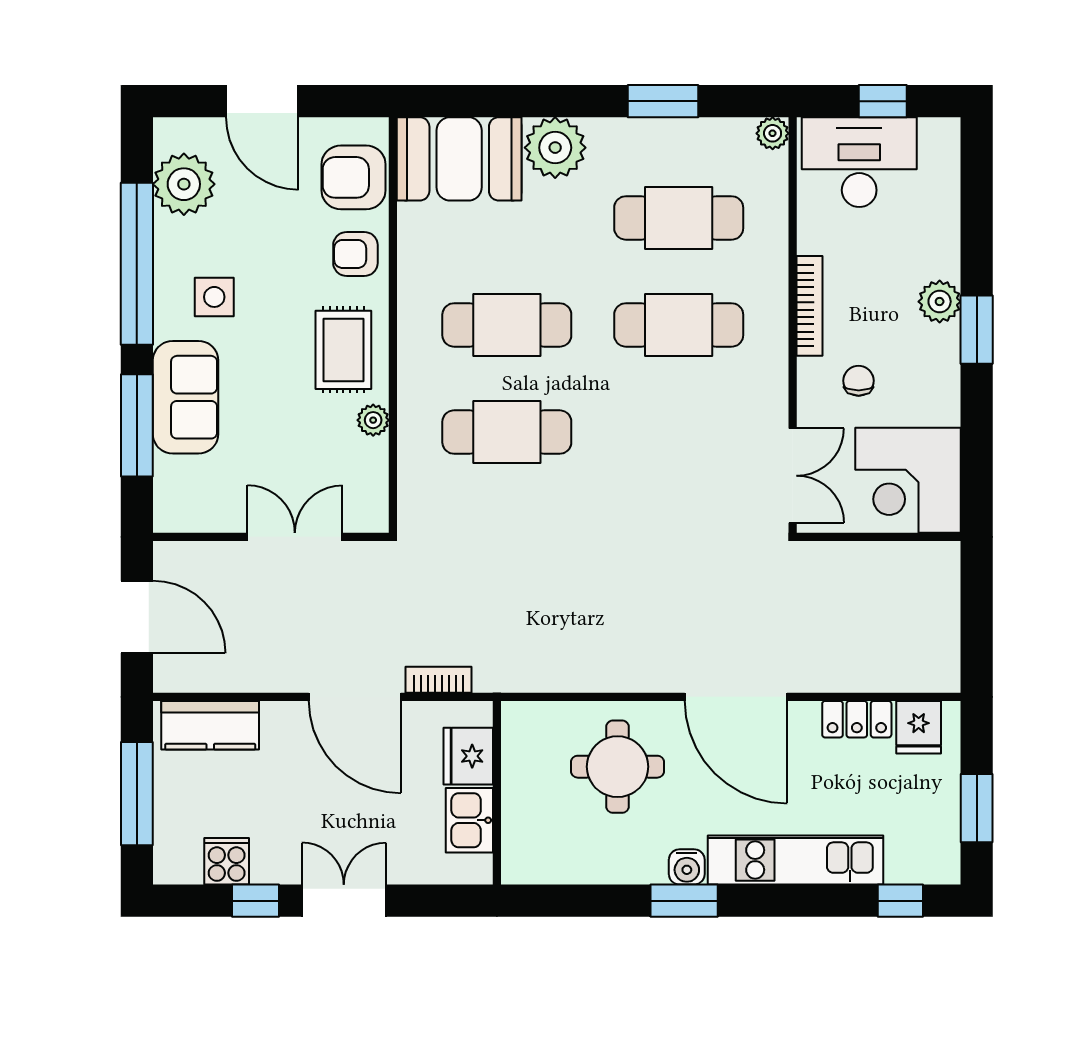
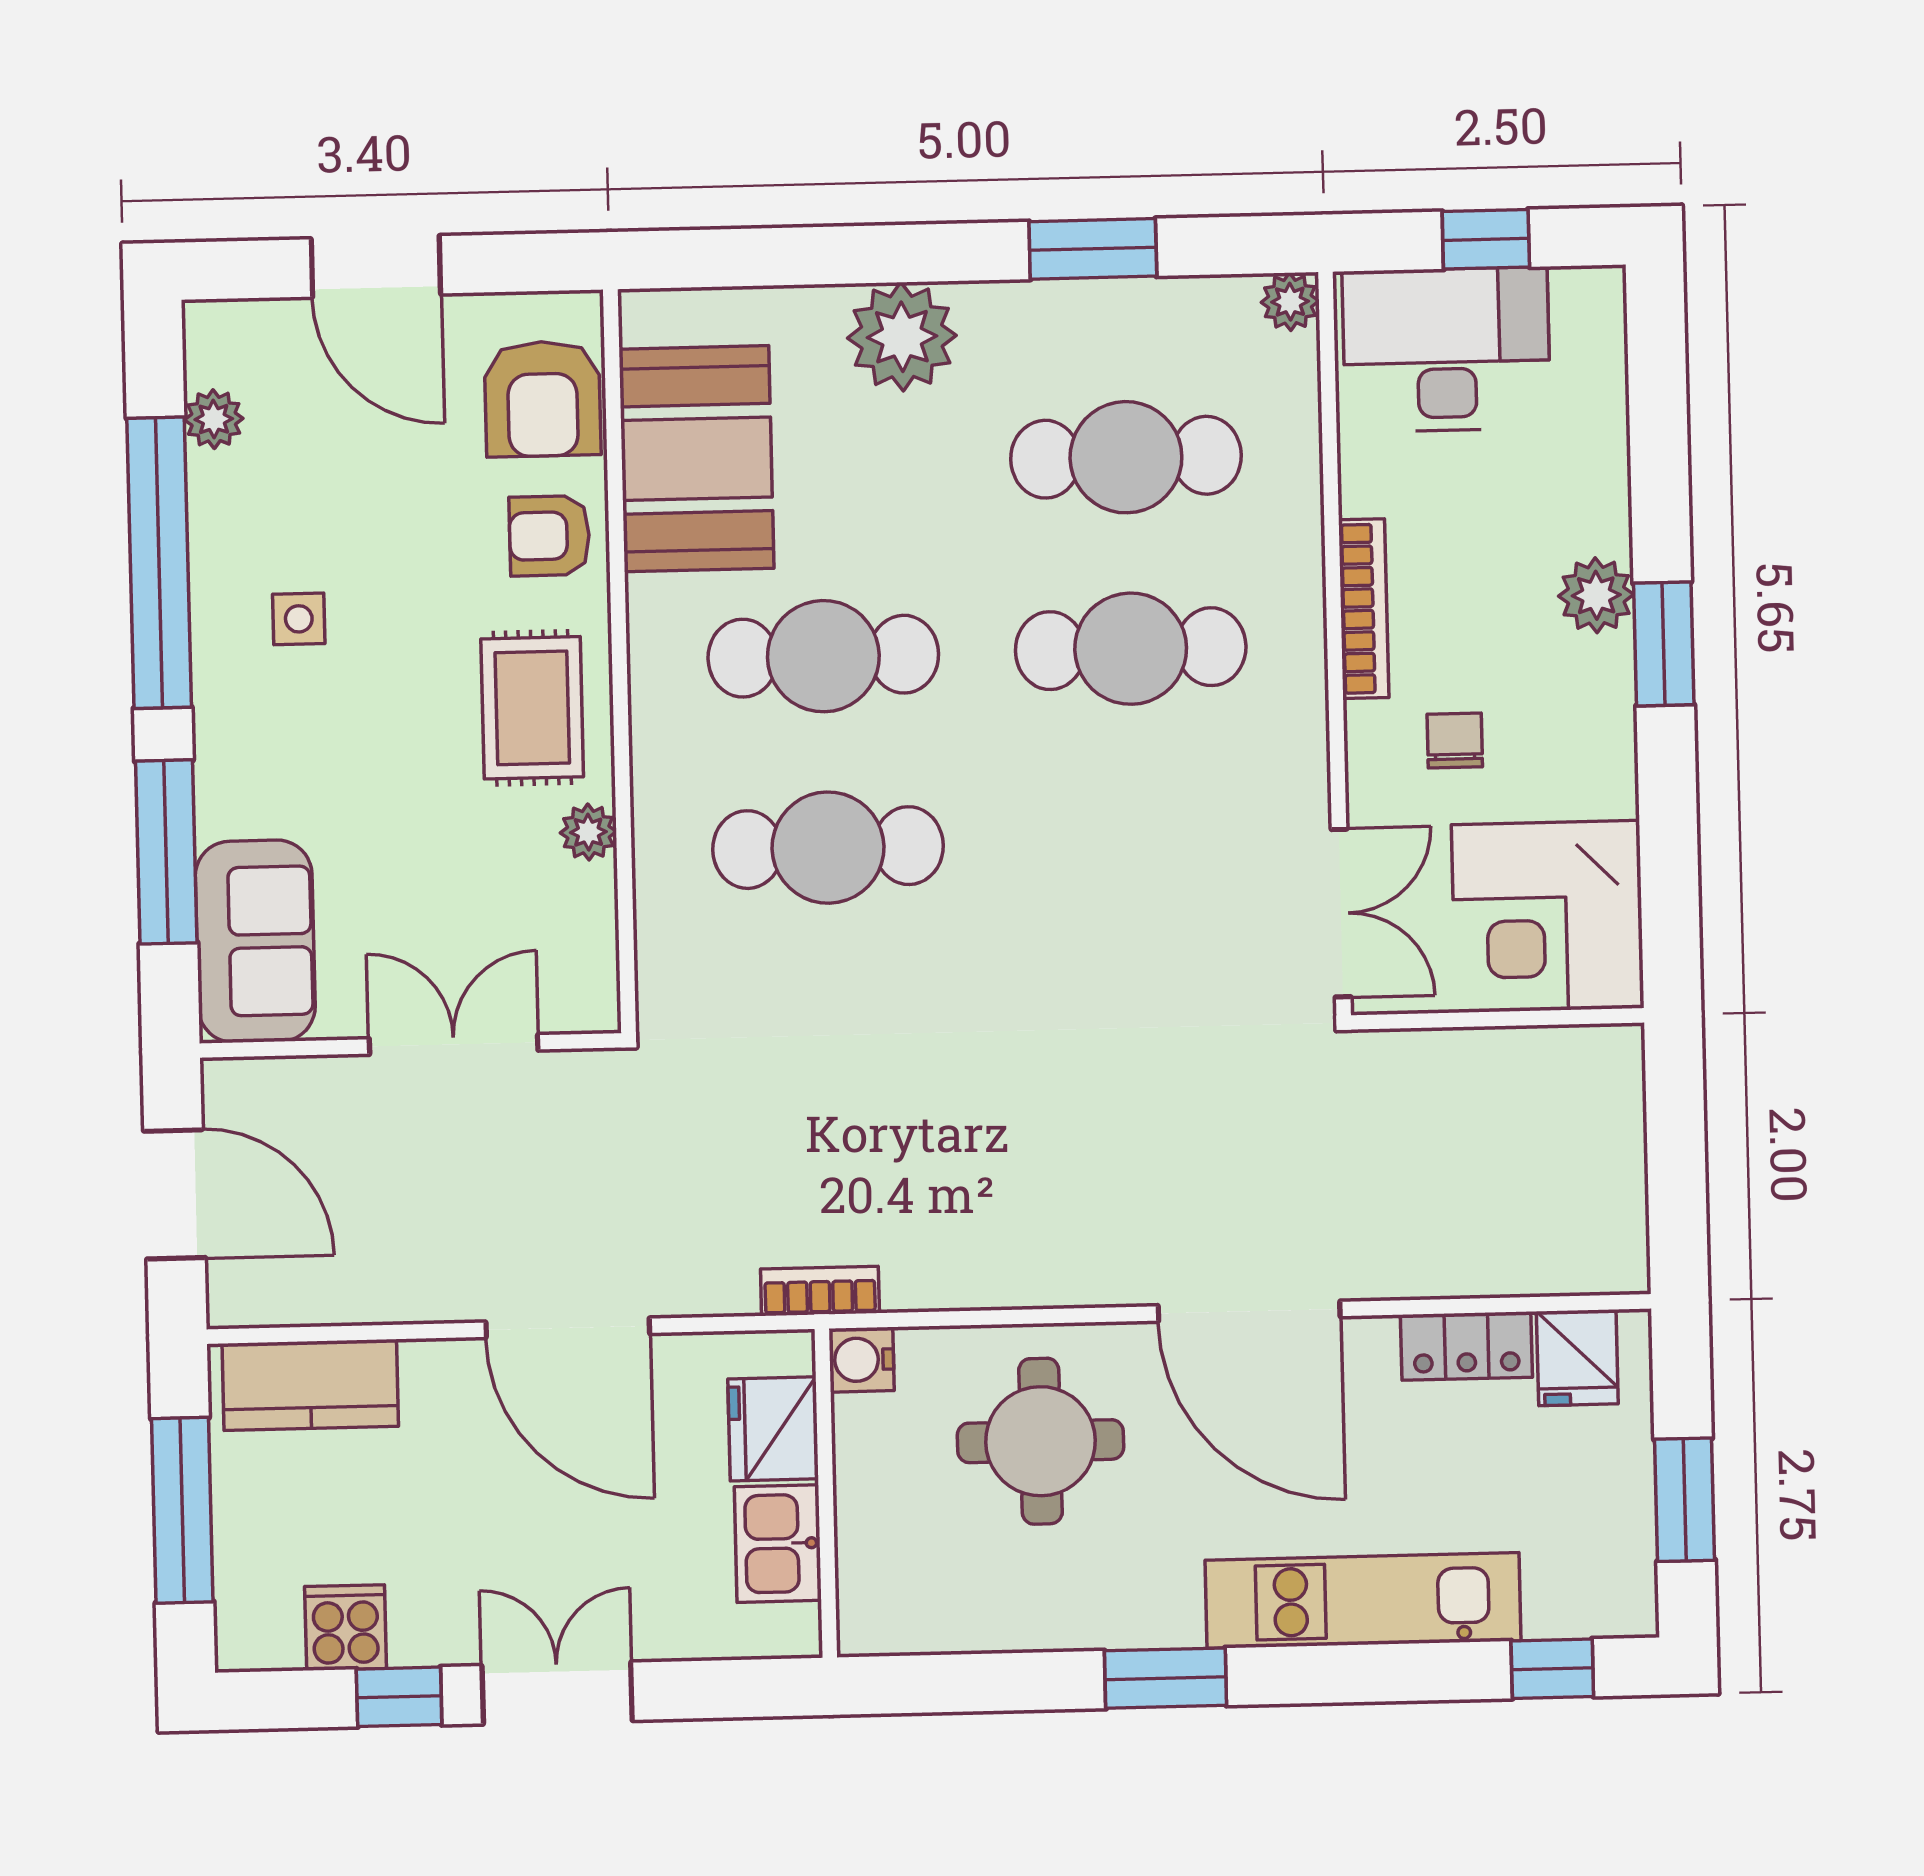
booth: (459, 159) -> (696, 459), moved, turned 90
armchair: (353, 177) -> (543, 399), turned -90
plant: (184, 184) -> (214, 419), width x0.53, depth x0.53
side table: (214, 297) -> (299, 619), width x0.73, depth x0.73
sofa: (186, 397) -> (255, 941), moved
bookcase: (439, 680) -> (820, 1291), moved
water cooler: (687, 867) -> (862, 1360), moved, turned 90

